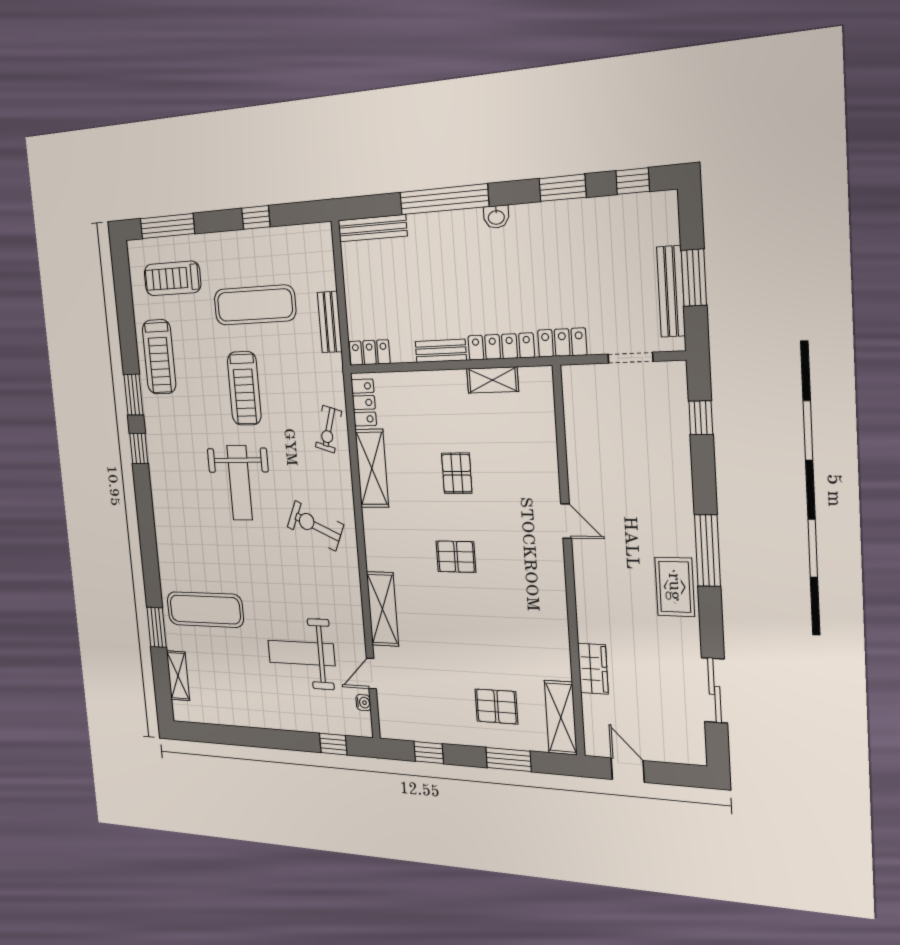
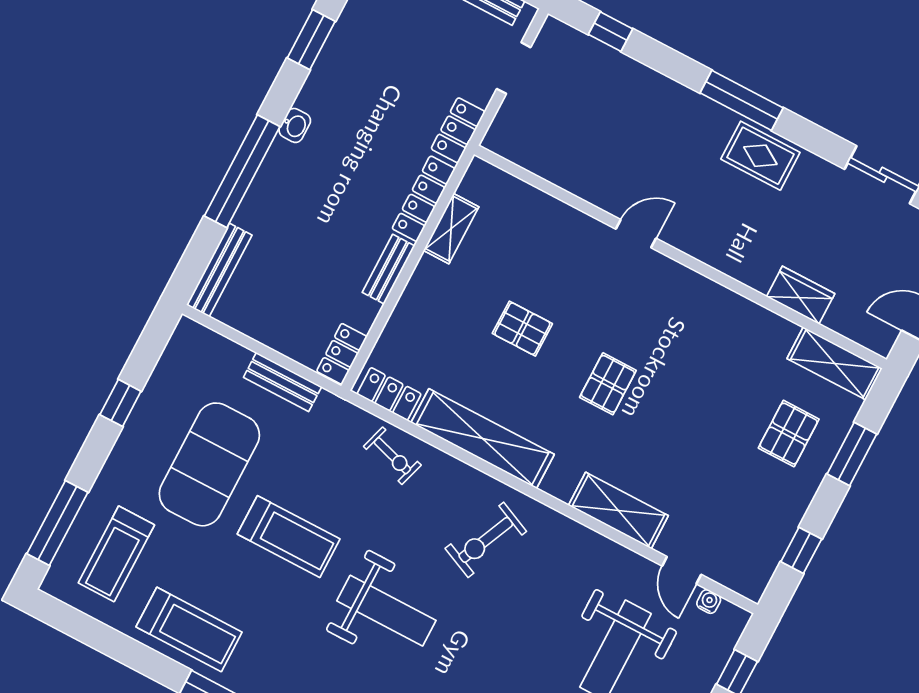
exercise mat: (255, 305) -> (209, 464), width x1.47
shelving: (372, 468) -> (483, 439), width x1.47

